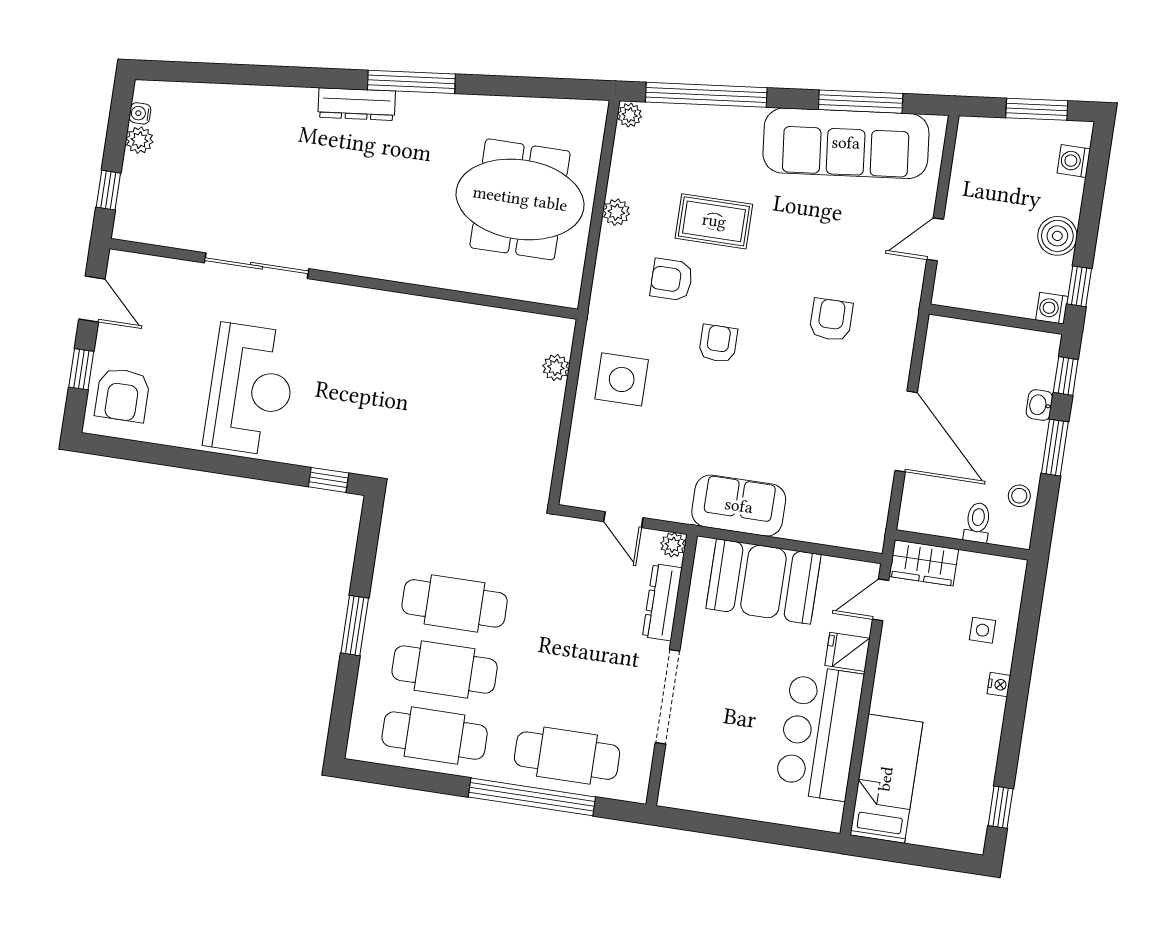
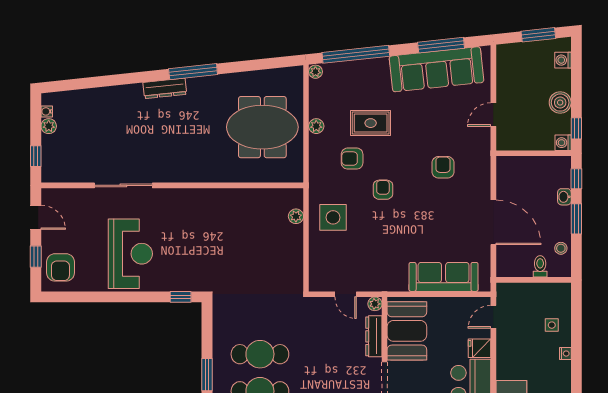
sofa: (739, 506) -> (444, 277), moved, width x1.36
wardrobe: (924, 563) -> (514, 293), removed
booth: (764, 582) -> (407, 331), moved, turned 90

